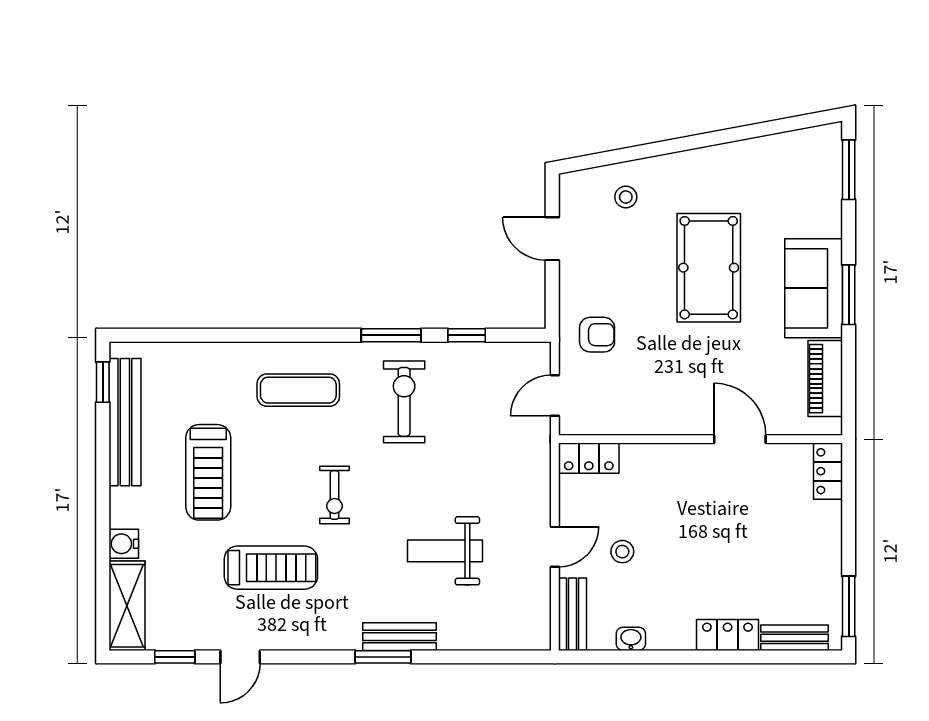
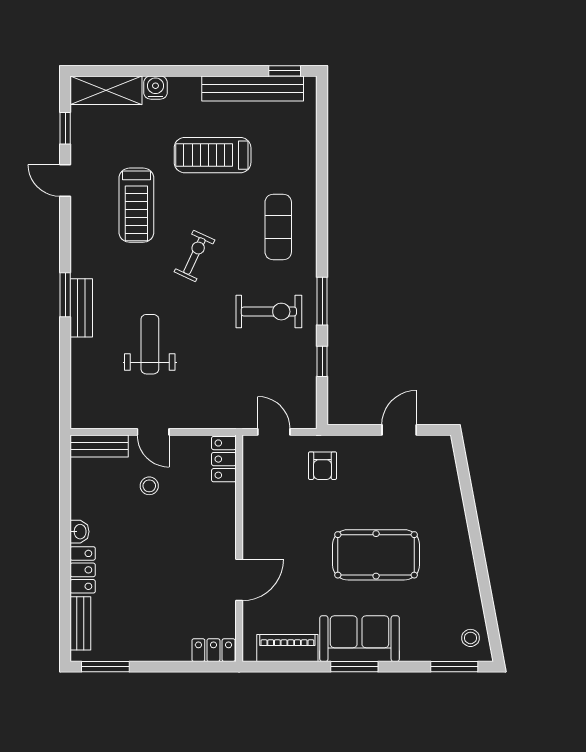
stool: (626, 197) -> (471, 638), moved
exercise bike: (334, 495) -> (194, 256), turned 115
washbasin: (631, 639) -> (80, 532), moved

